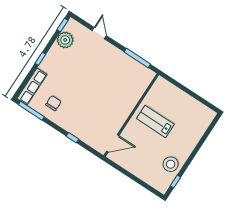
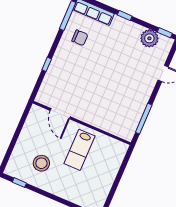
lab bench: (155, 121) -> (79, 150), turned 180
door: (113, 143) -> (60, 114), moved
stool: (171, 164) -> (41, 163), moved

